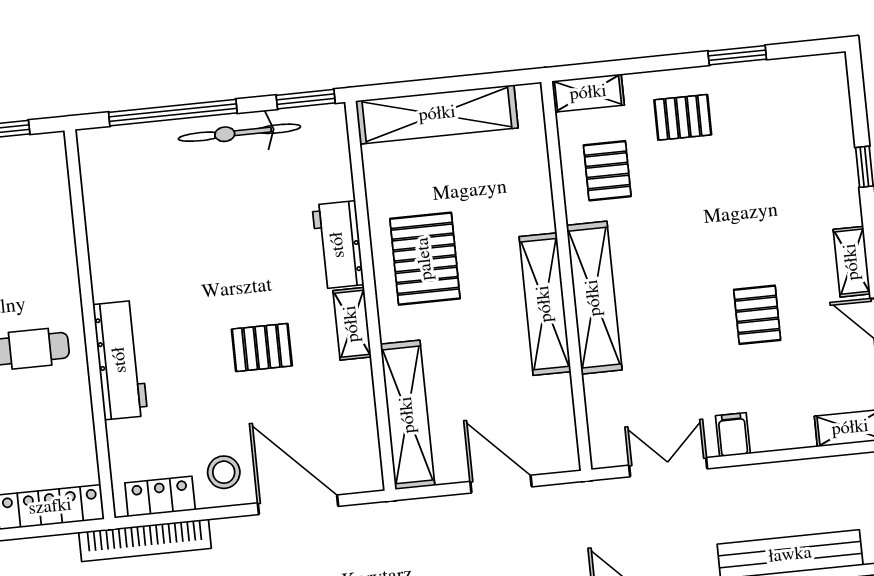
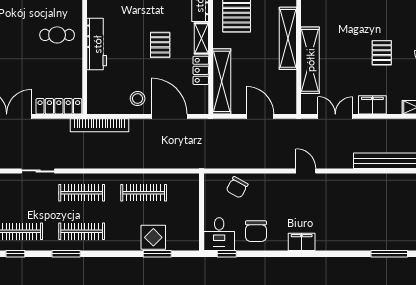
shelving: (594, 298) -> (310, 60), moved
pallet: (262, 347) -> (160, 45), turned 90
filing cabinet: (733, 435) -> (372, 105), width x2.00
locker: (160, 496) -> (201, 70), moved, turned -90

